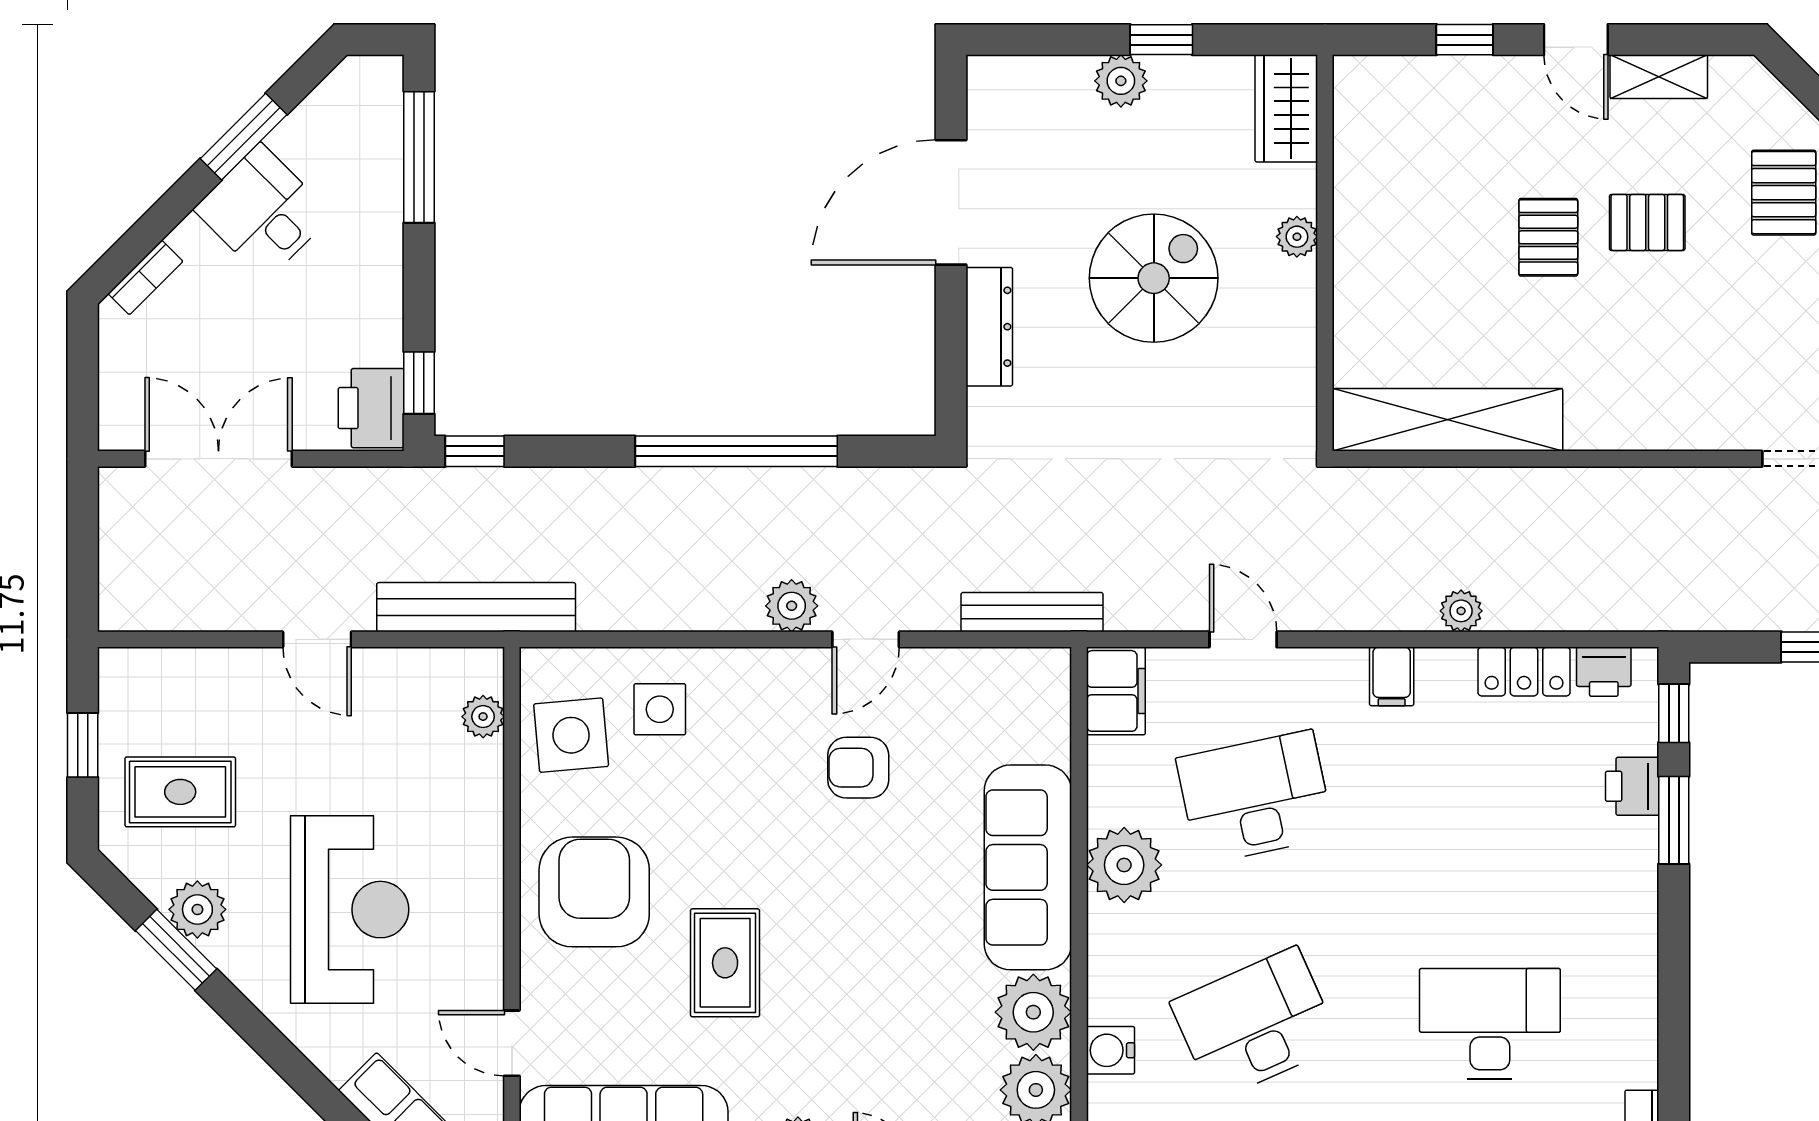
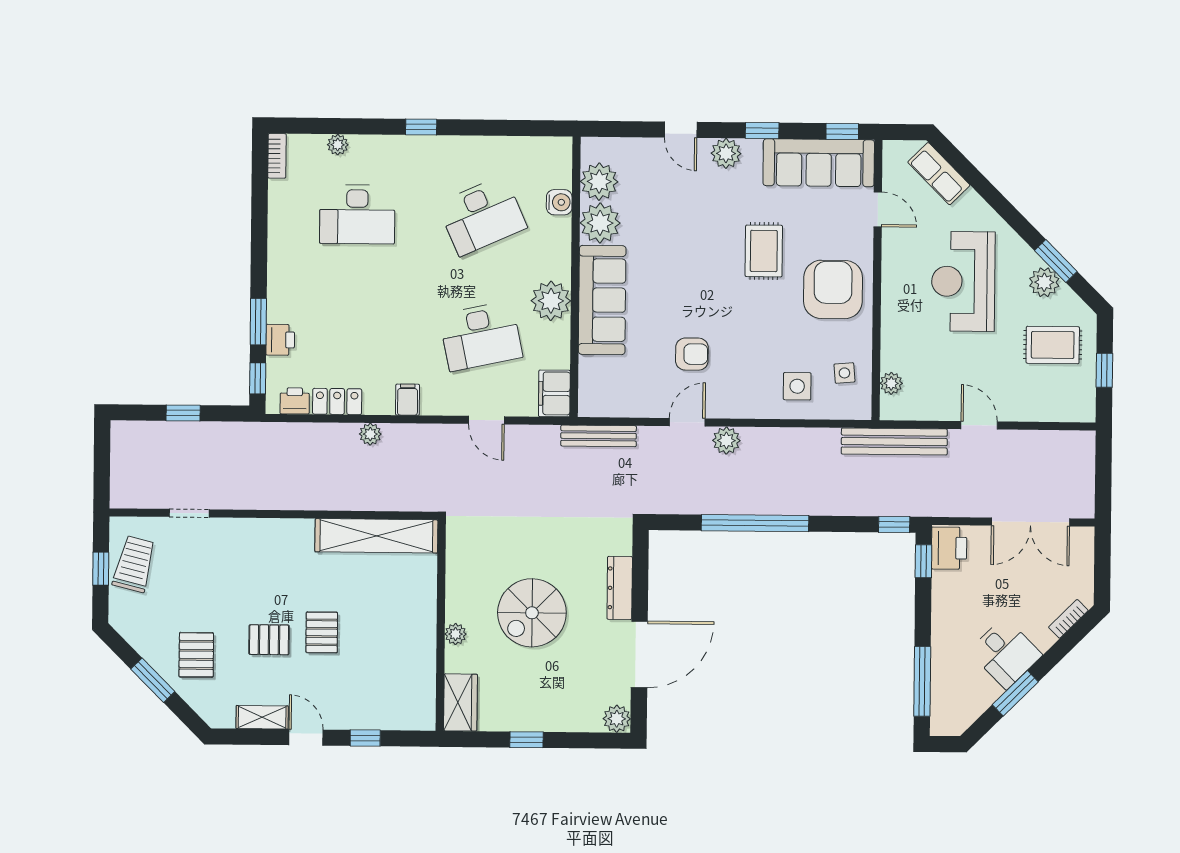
plant: (1121, 81) -> (617, 719), moved
side table: (571, 735) -> (844, 373), width x0.54, depth x0.54
armchair: (594, 892) -> (833, 289), turned 180

